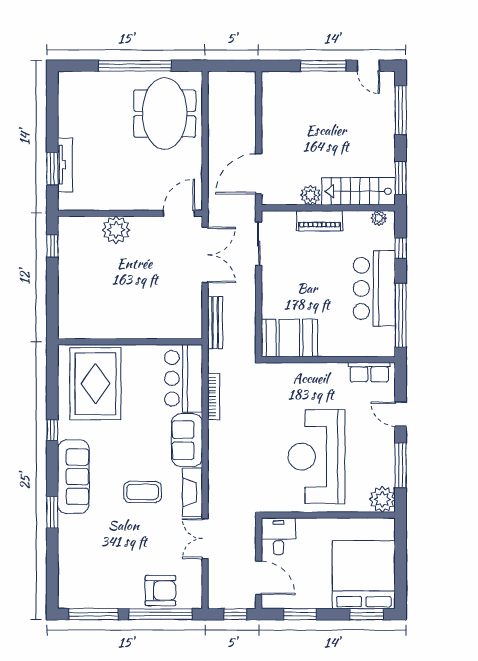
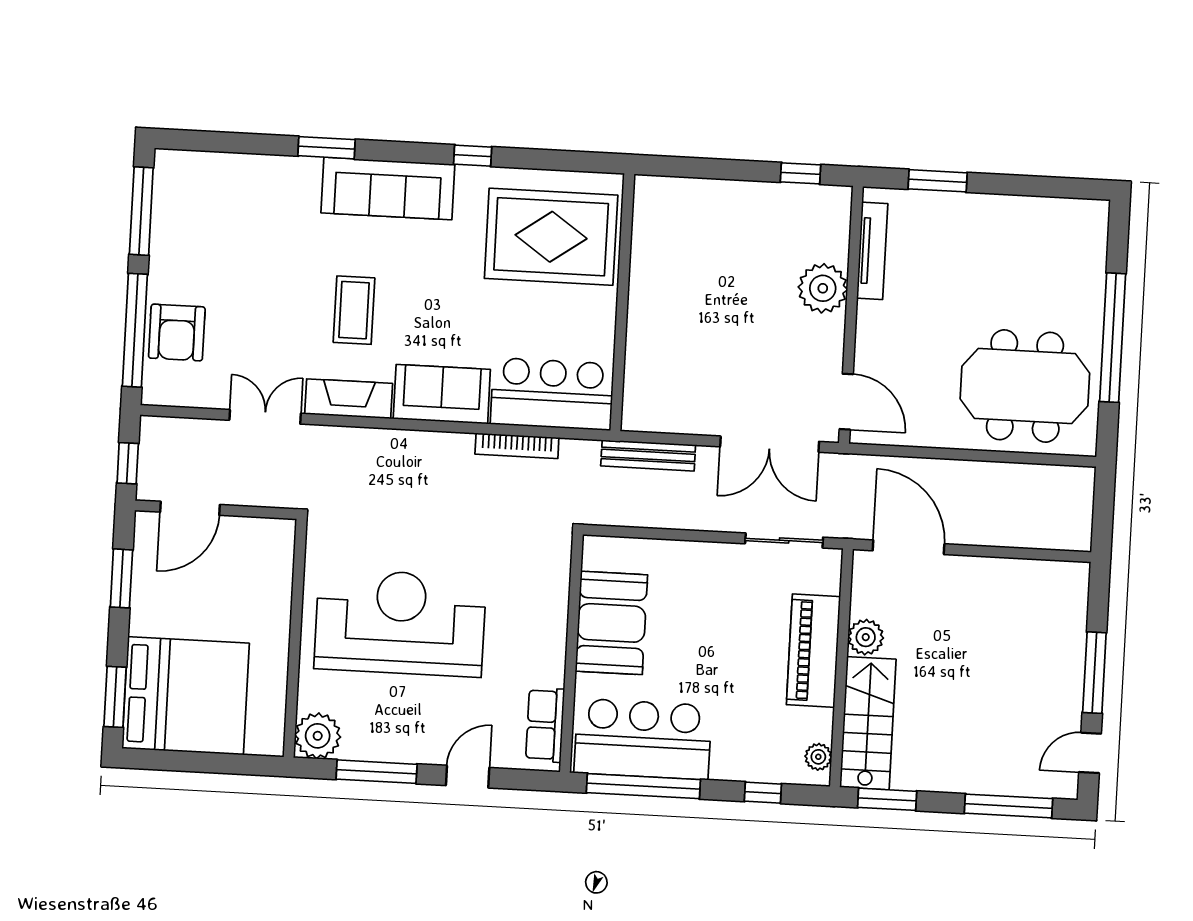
tv unit: (65, 165) -> (872, 251), moved, turned -90
piano: (319, 221) -> (813, 651), width x1.37, depth x1.33
bar counter: (374, 288) -> (643, 739), moved
booth: (289, 338) -> (611, 623), moved
desk: (278, 536) -> (262, 548), removed

